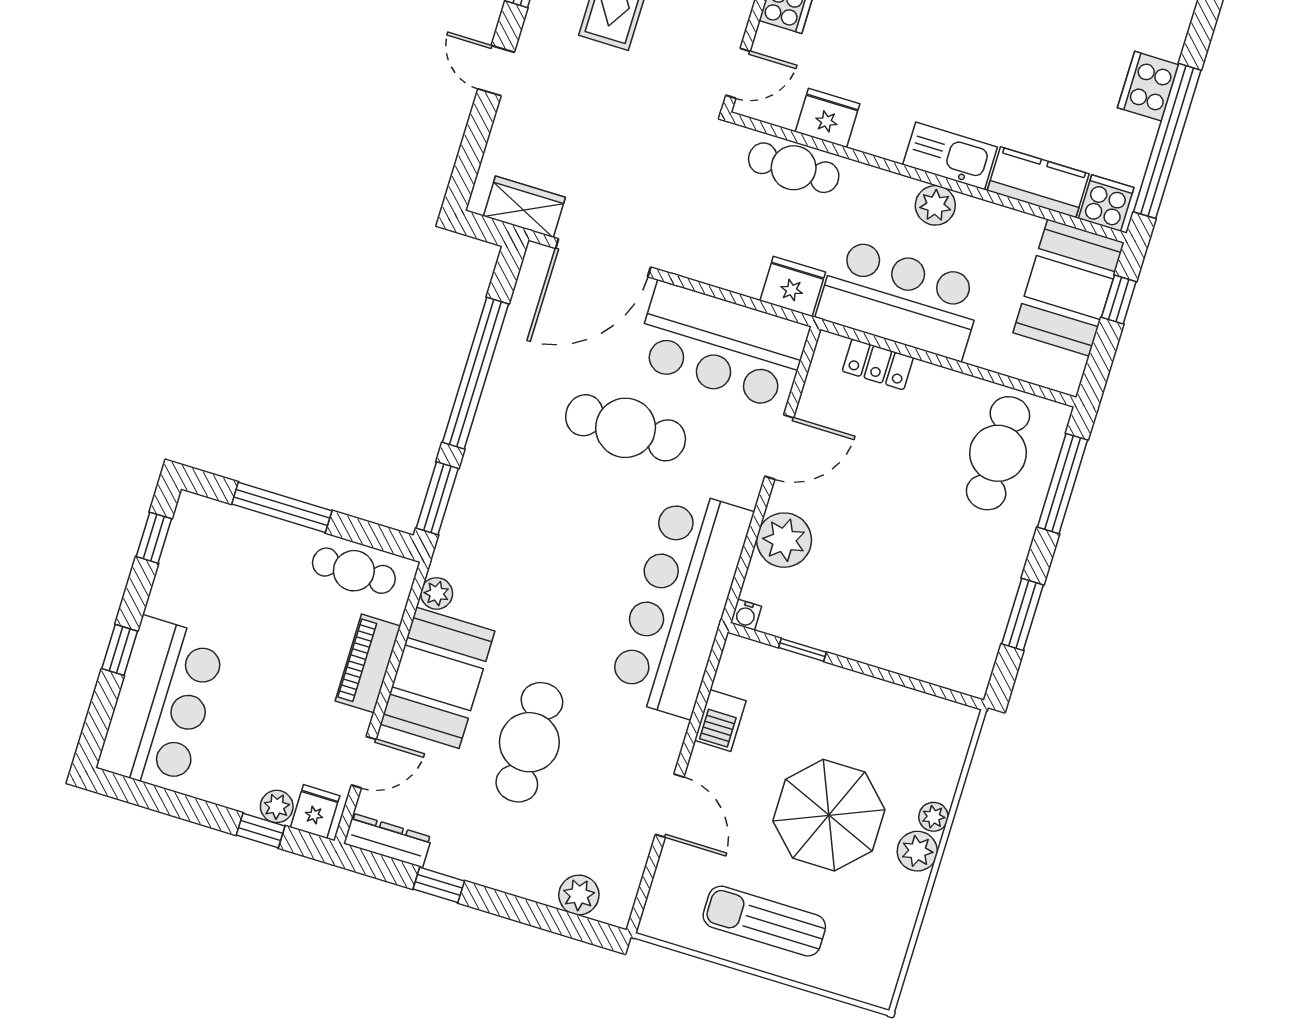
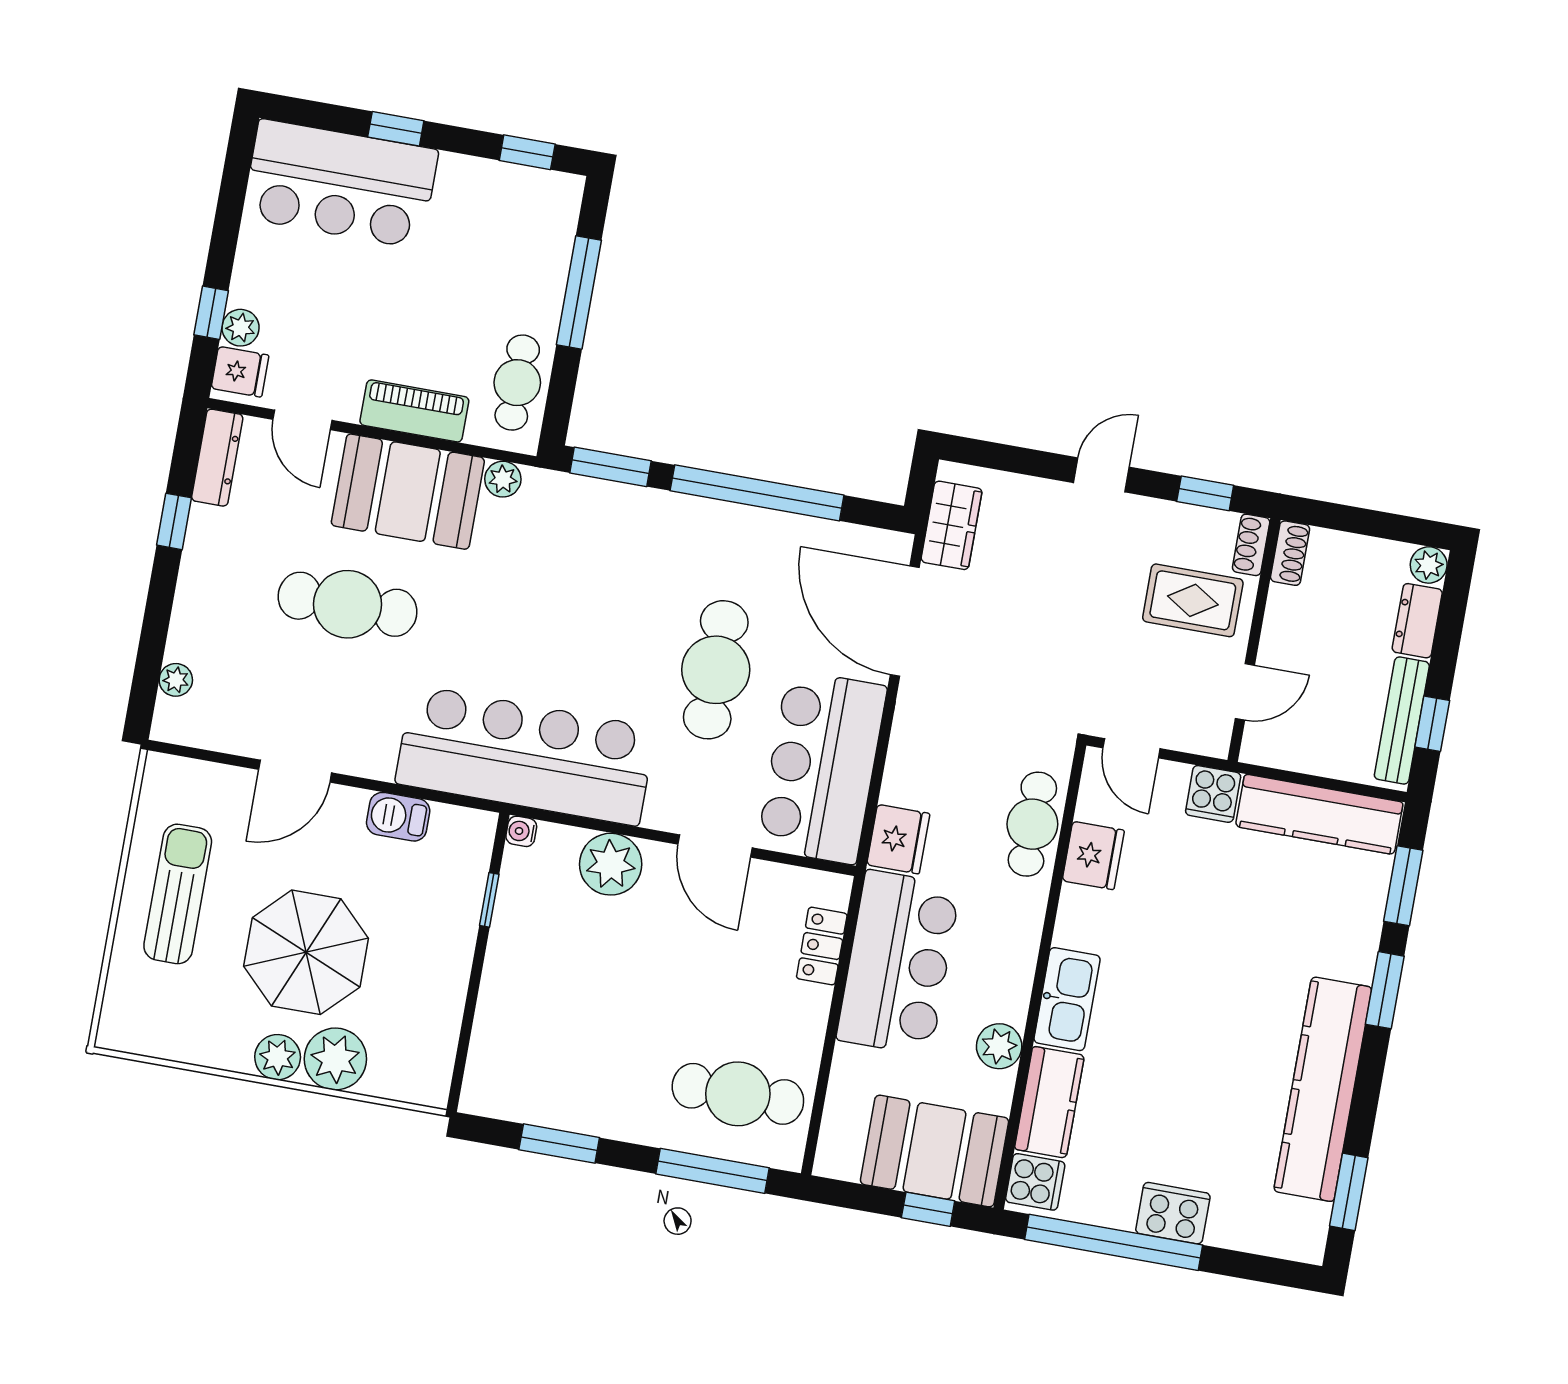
plant: (935, 205) -> (999, 1046), moved
plant: (933, 817) -> (335, 1059), width x1.88, depth x1.88
plant: (579, 895) -> (176, 680), width x0.73, depth x0.73

